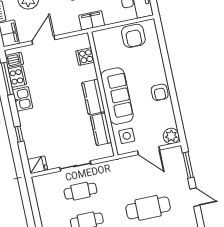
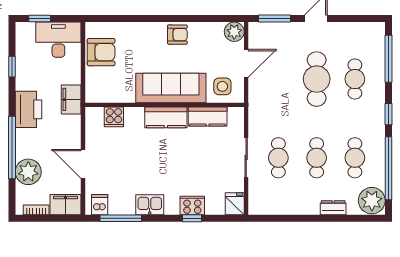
cooker: (17, 77) -> (192, 206), moved

